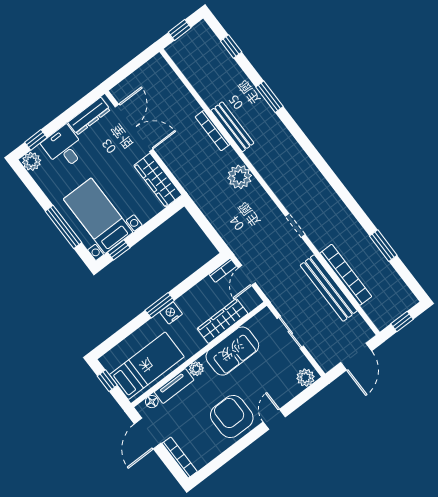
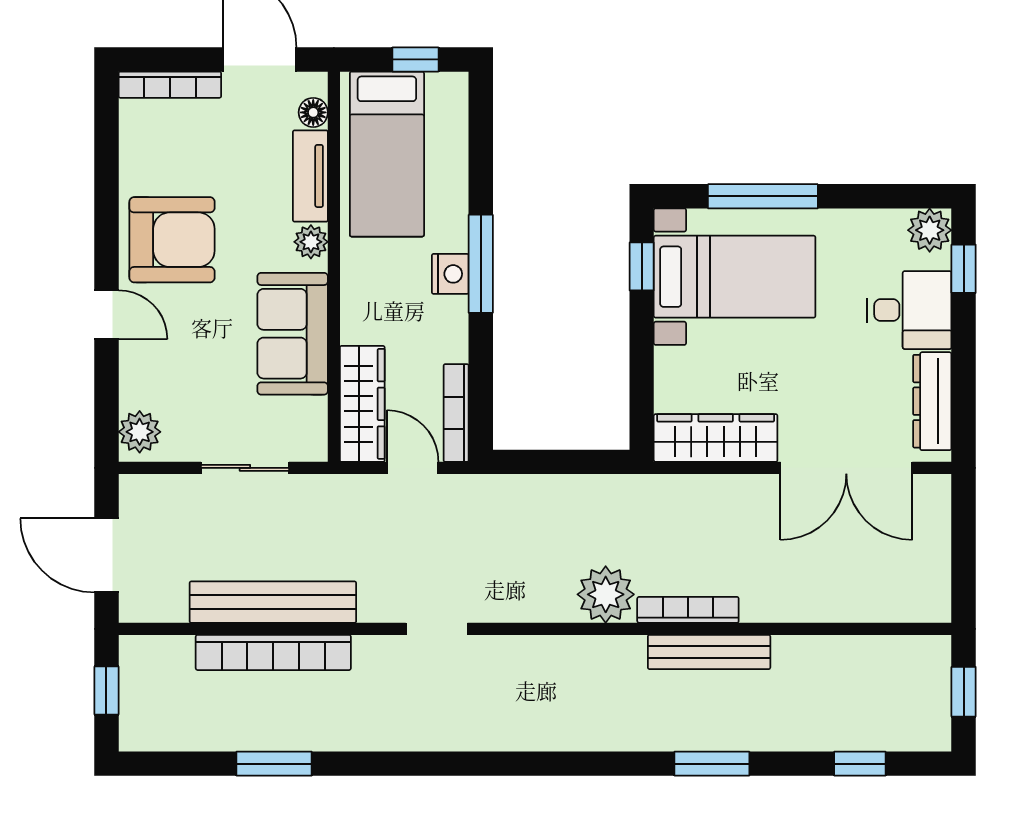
bookcase: (213, 131) -> (688, 610), moved
bookcase: (223, 270) -> (456, 413), width x1.56
window: (160, 305) -> (481, 264), width x1.44
wardrobe: (222, 321) -> (362, 404), moved

